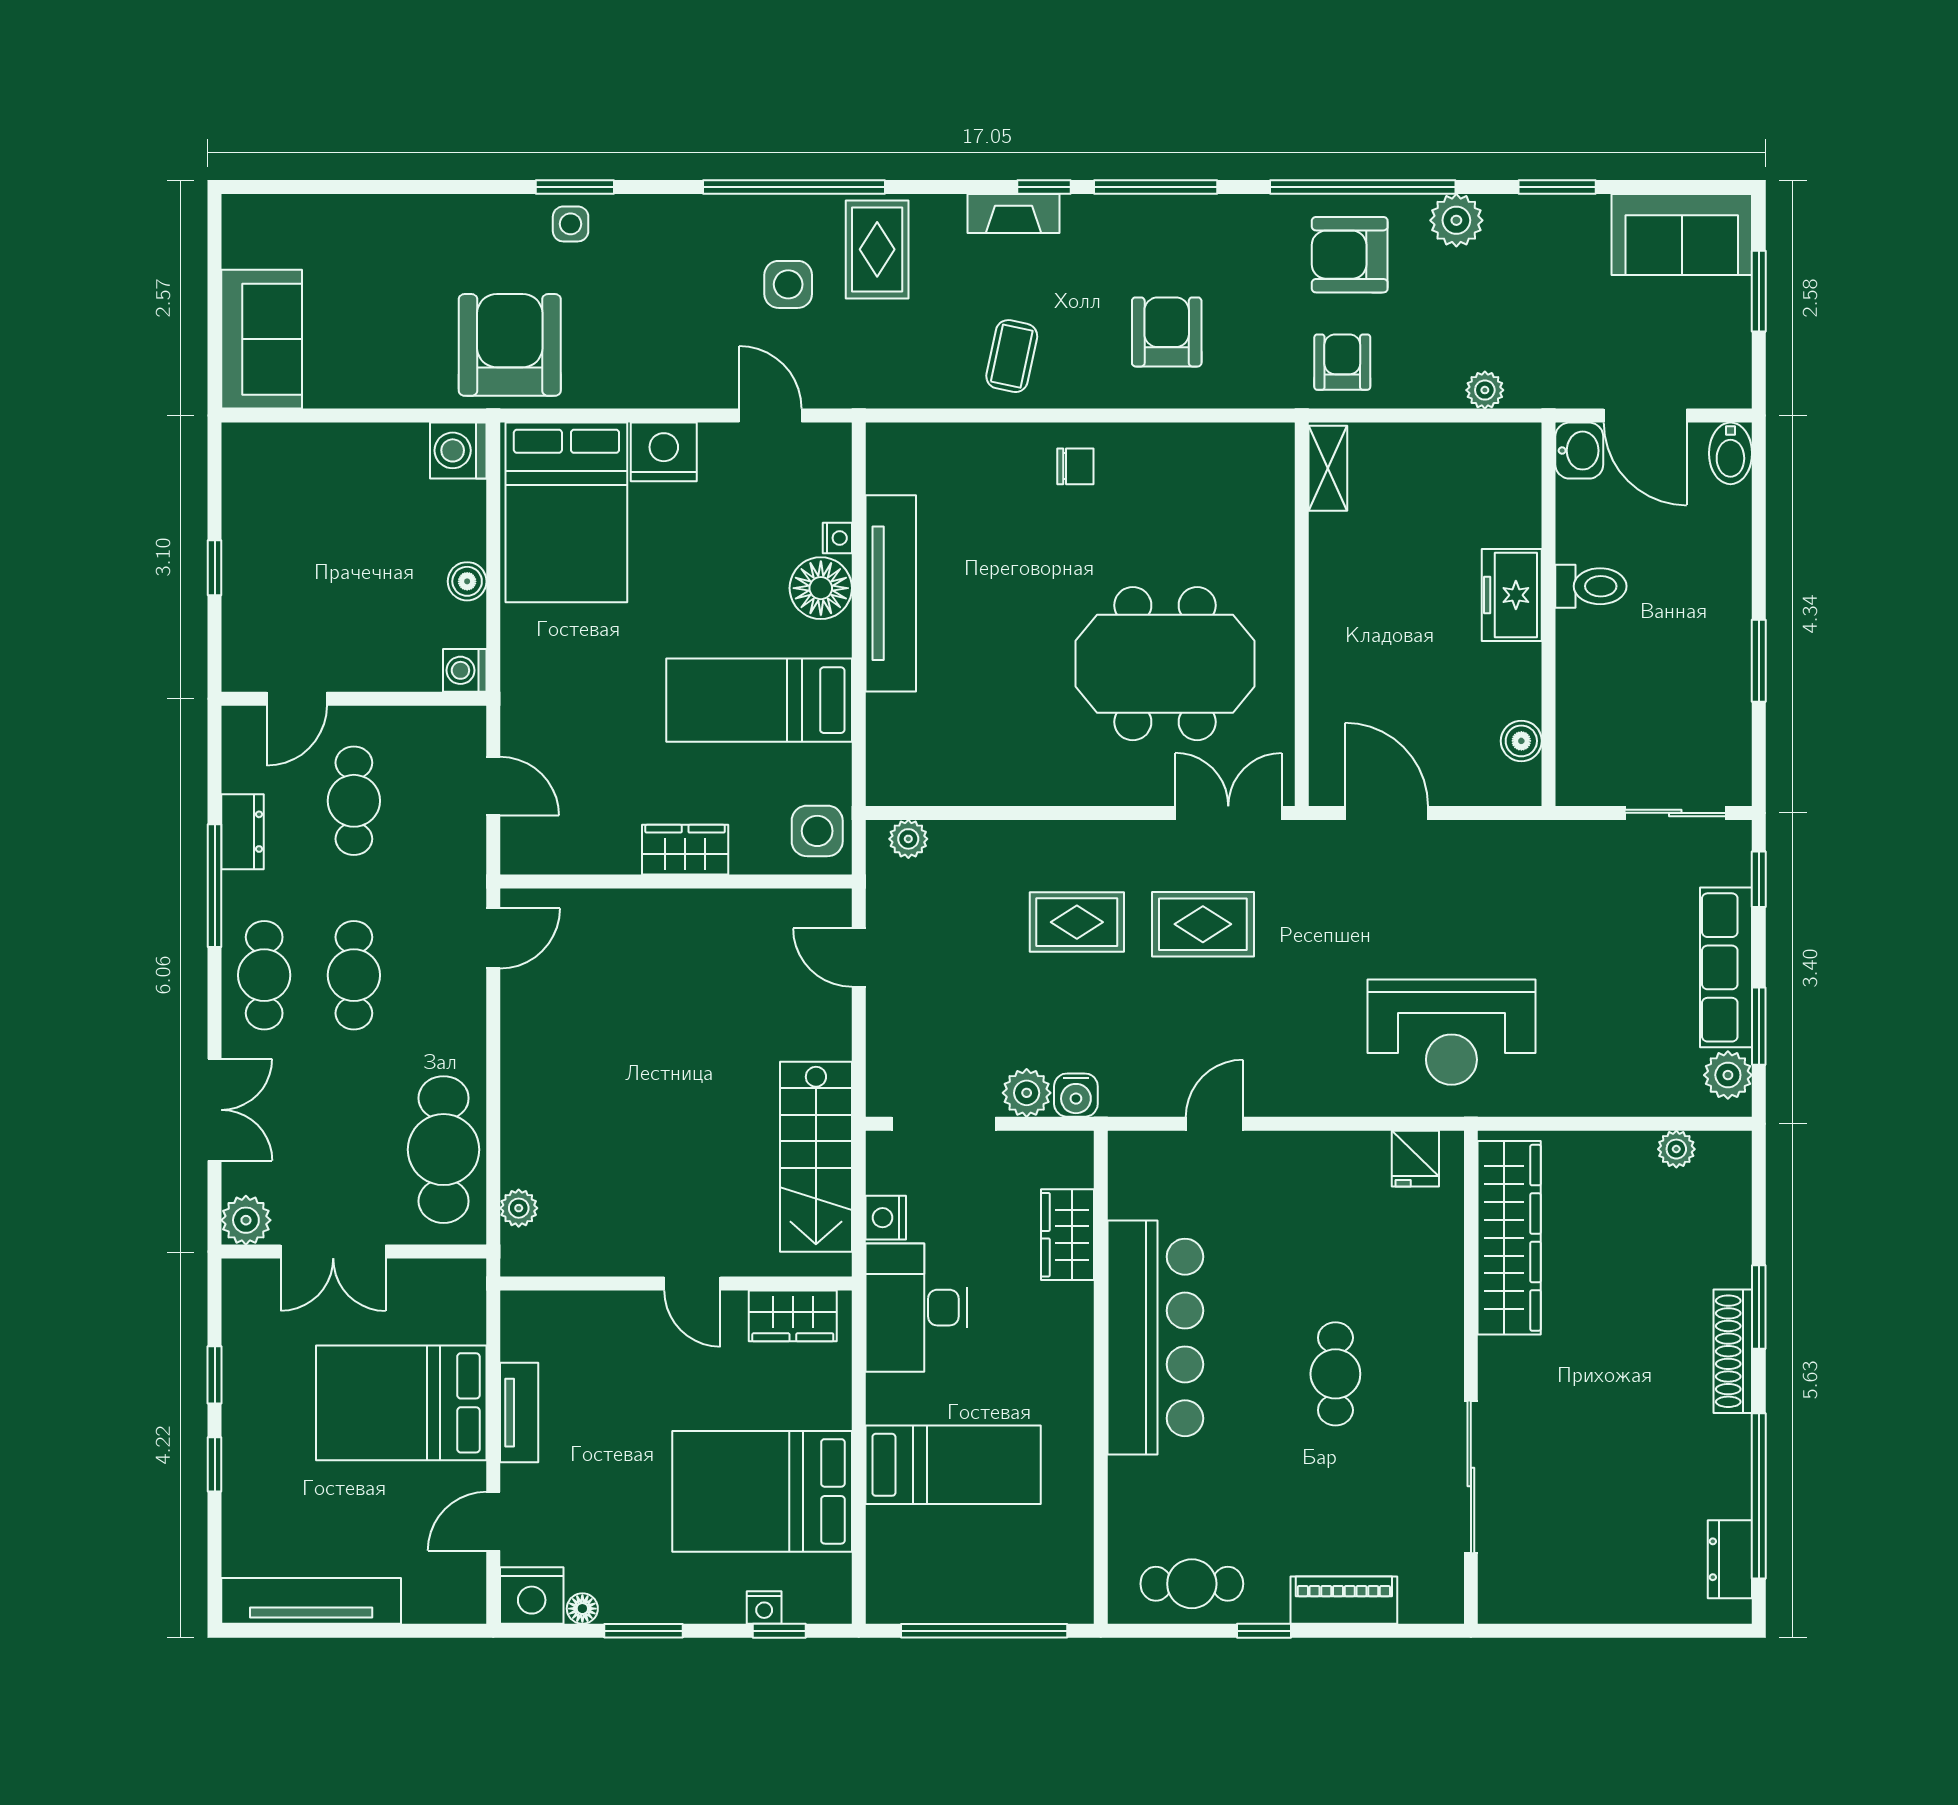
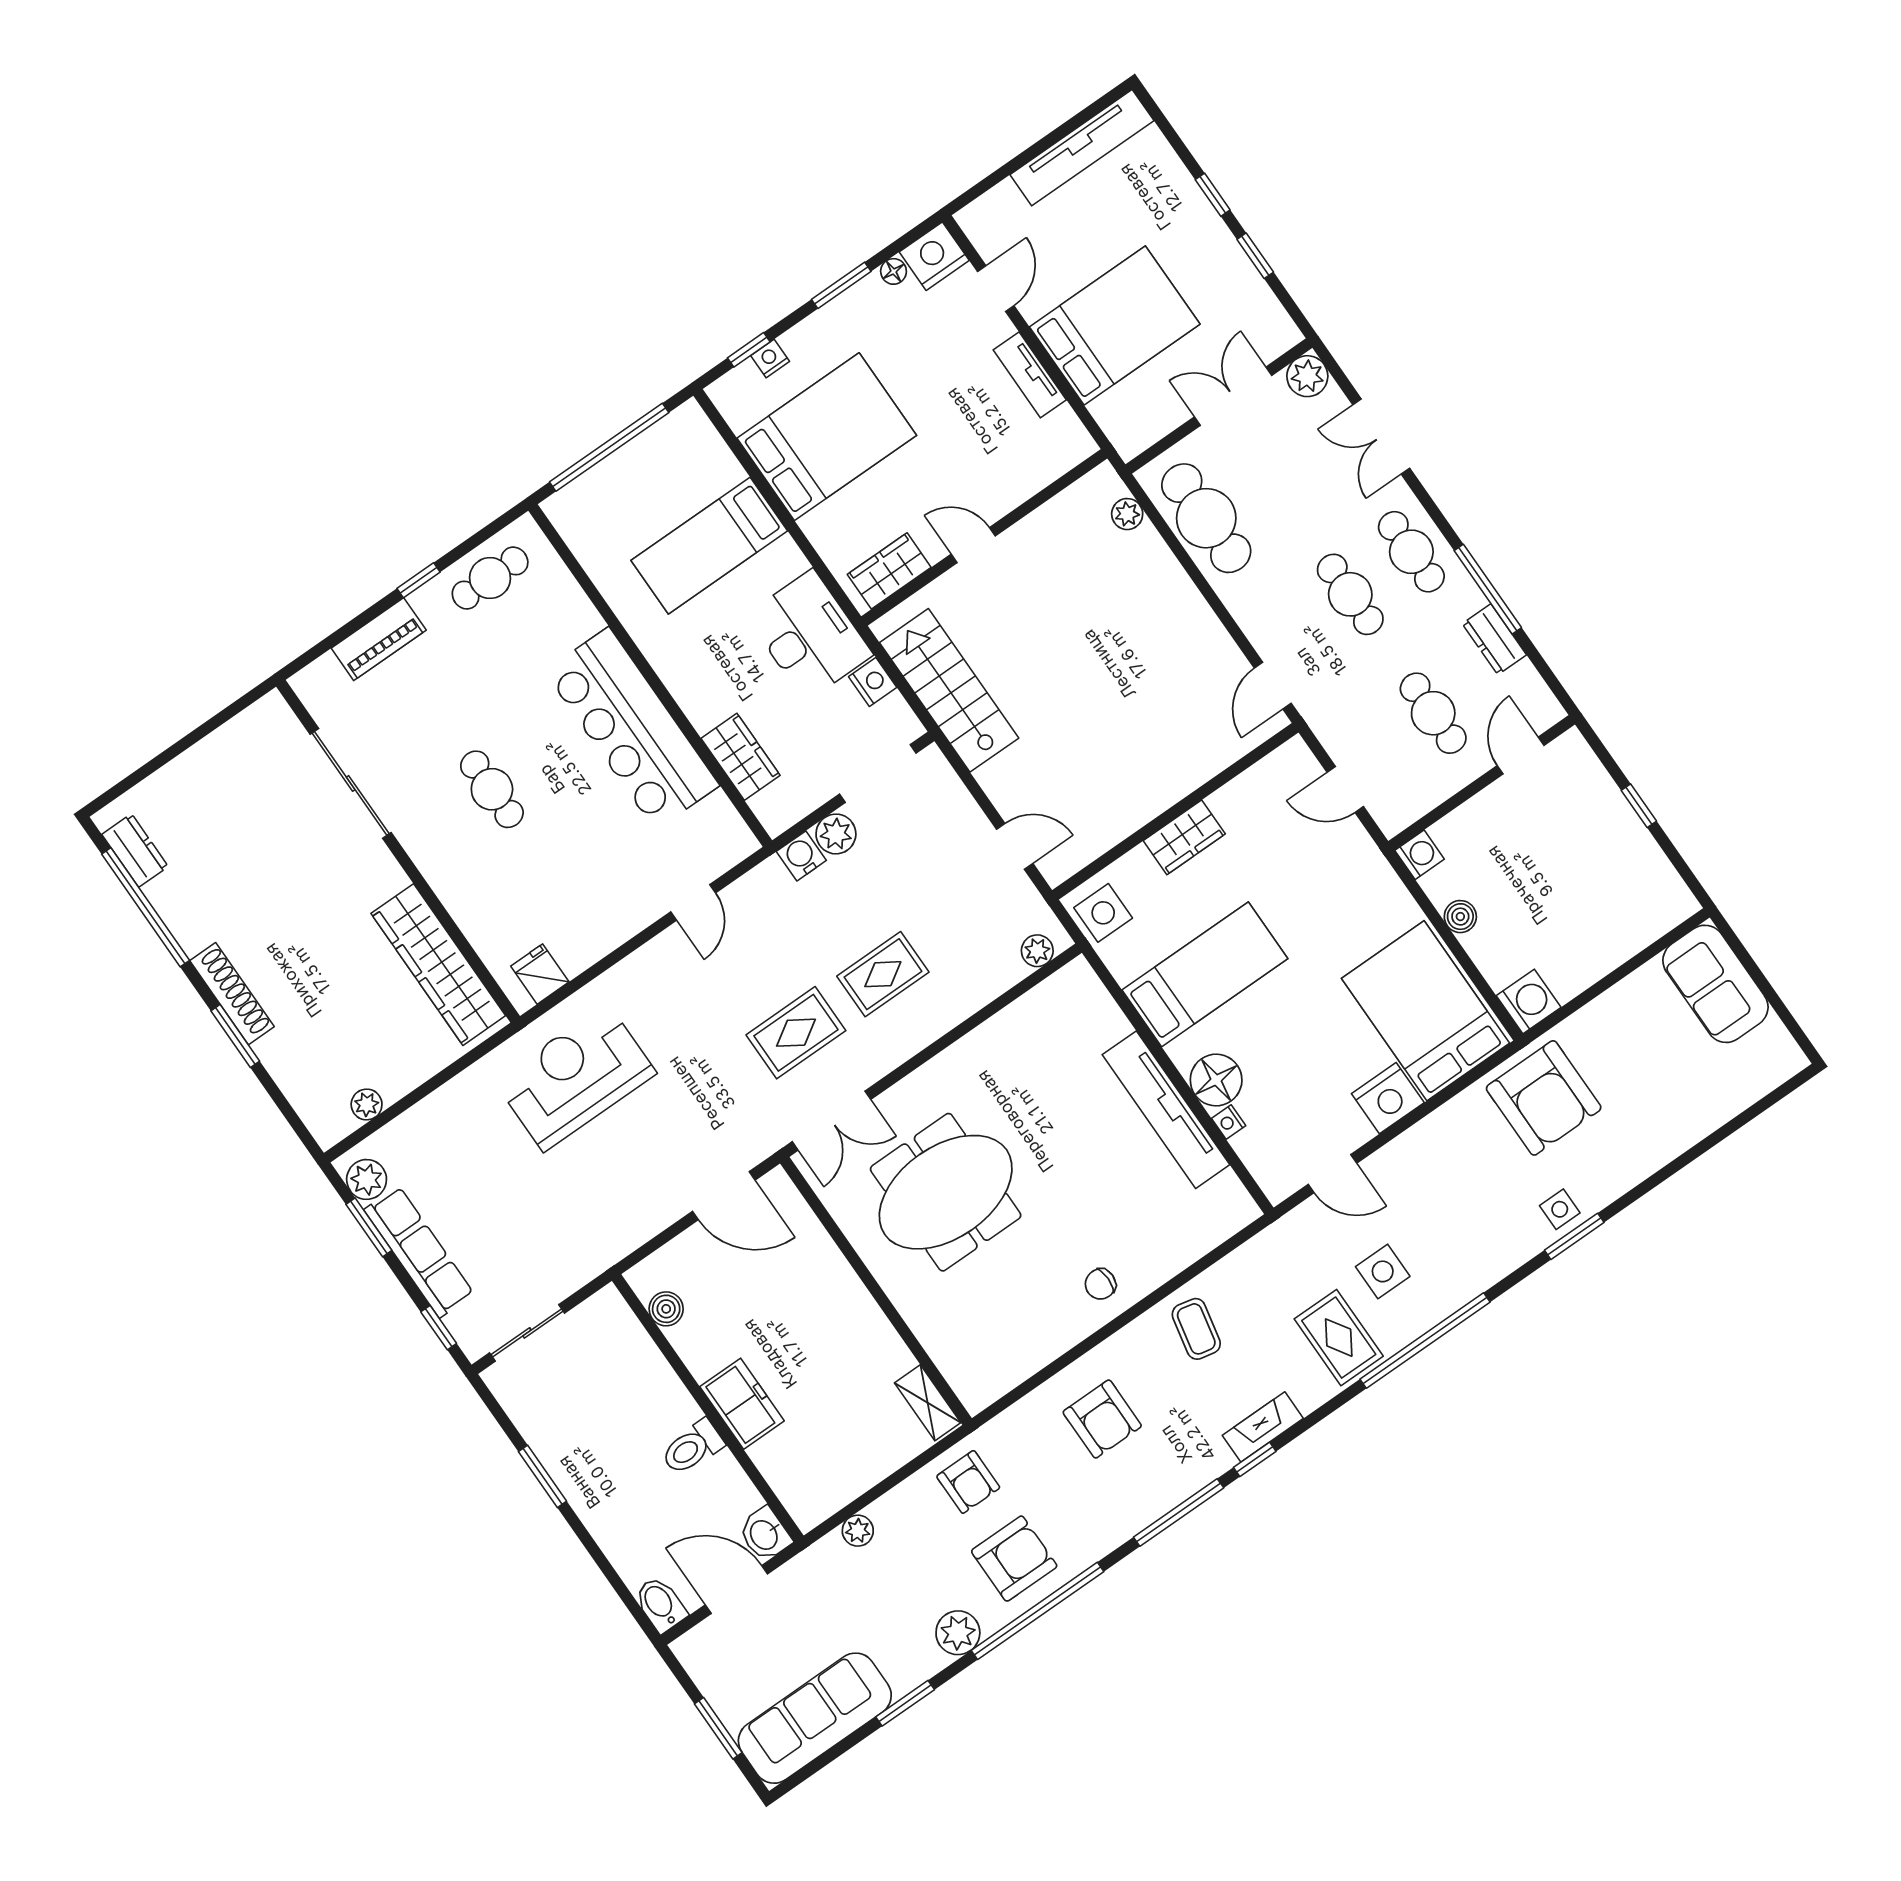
sofa: (1682, 235) -> (815, 1718), width x1.36

